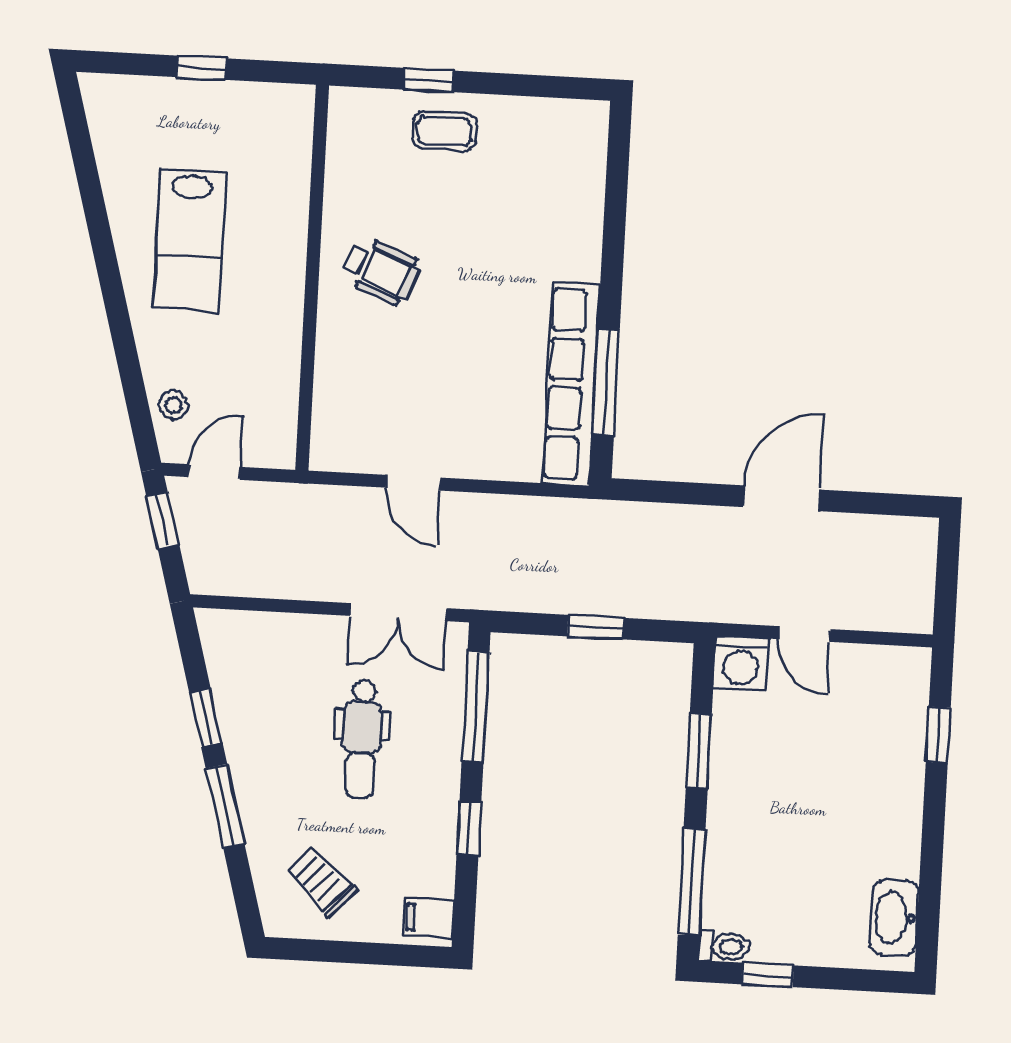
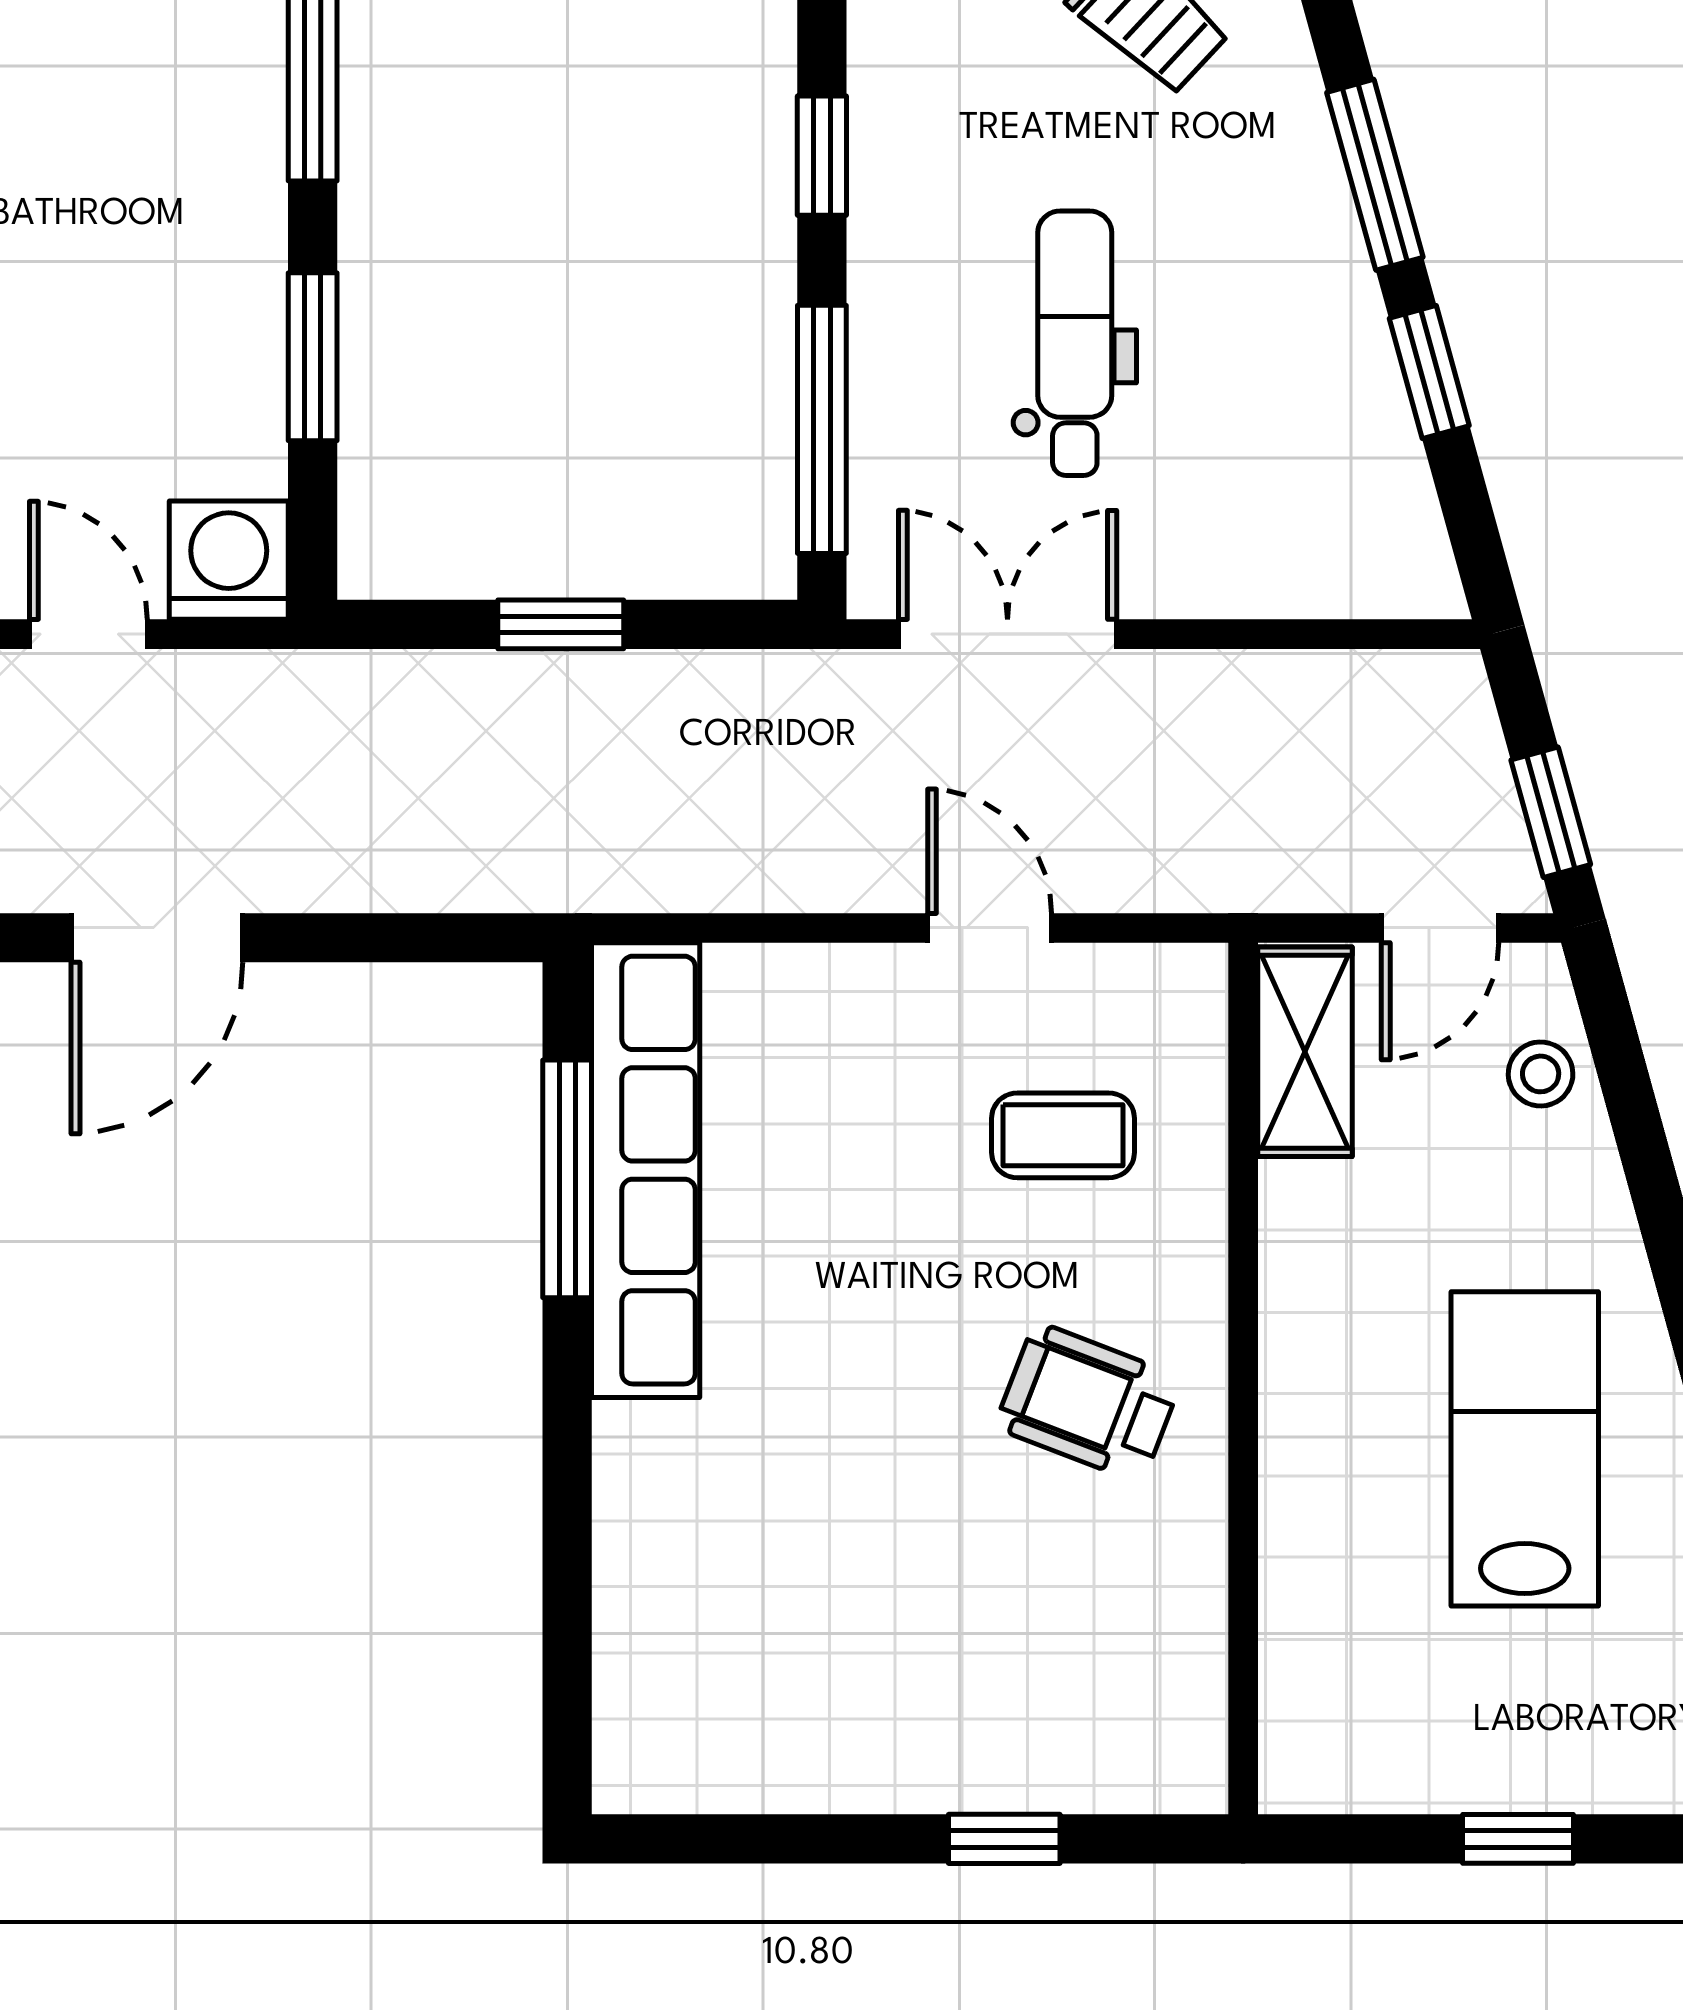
coffee table: (444, 131) -> (1063, 1135), moved
shelving: (277, 421) -> (1305, 1052), added

